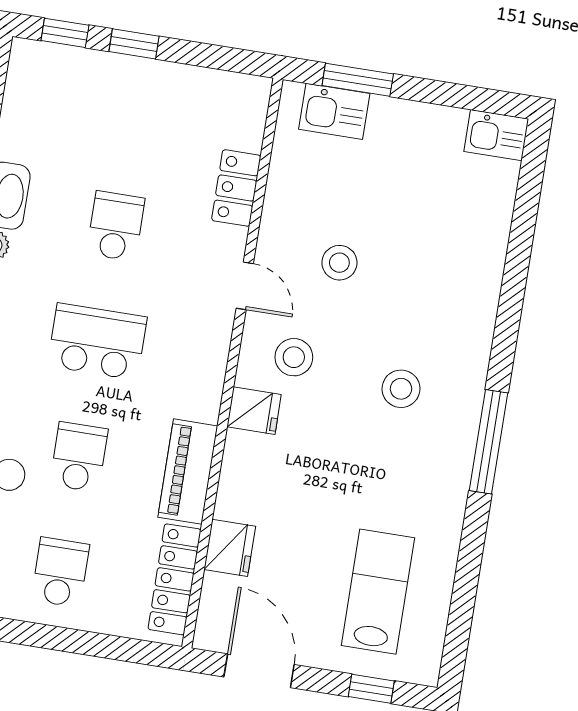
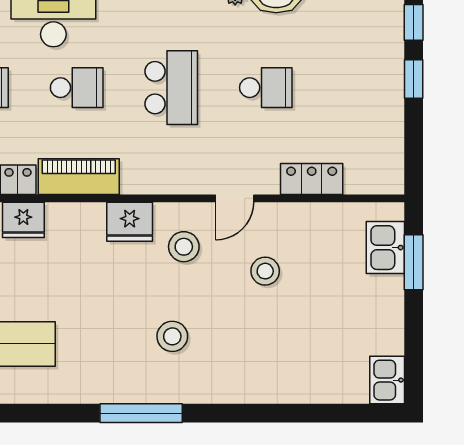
fridge: (254, 411) -> (130, 222), width x1.38

